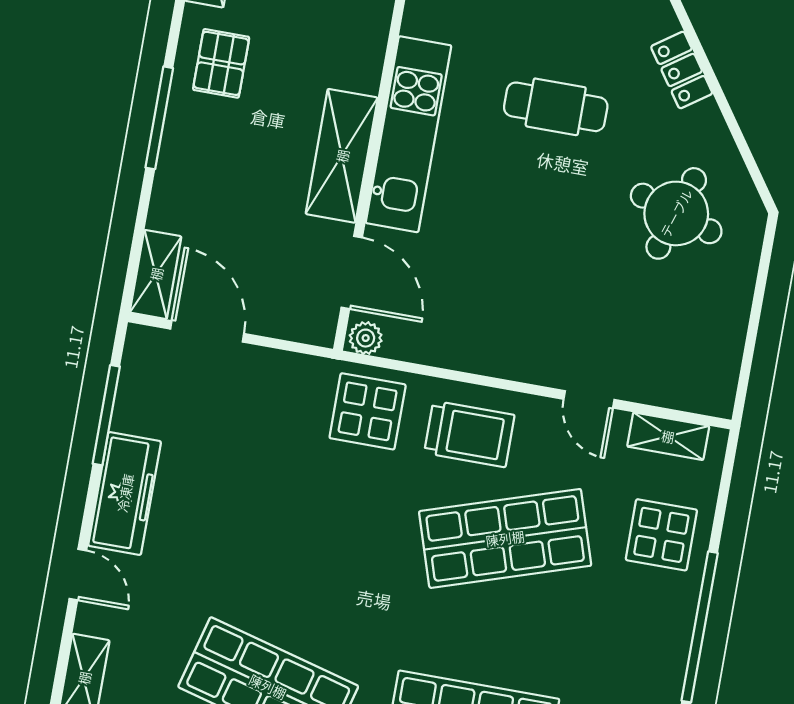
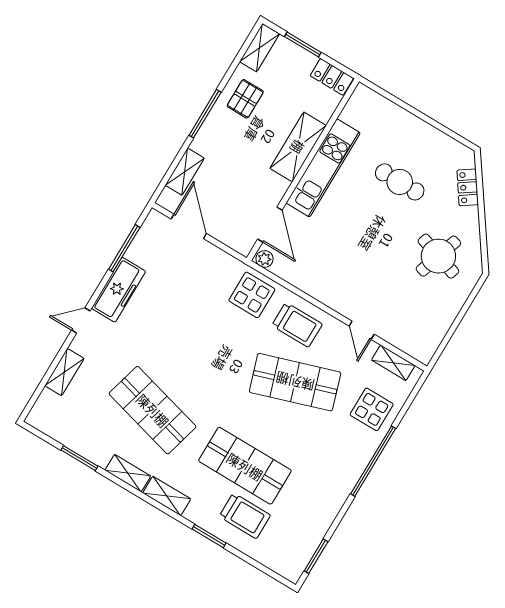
shelving: (342, 156) -> (298, 147), moved
shelving: (156, 274) -> (185, 172), moved
door: (78, 575) -> (81, 321), swing flipped

